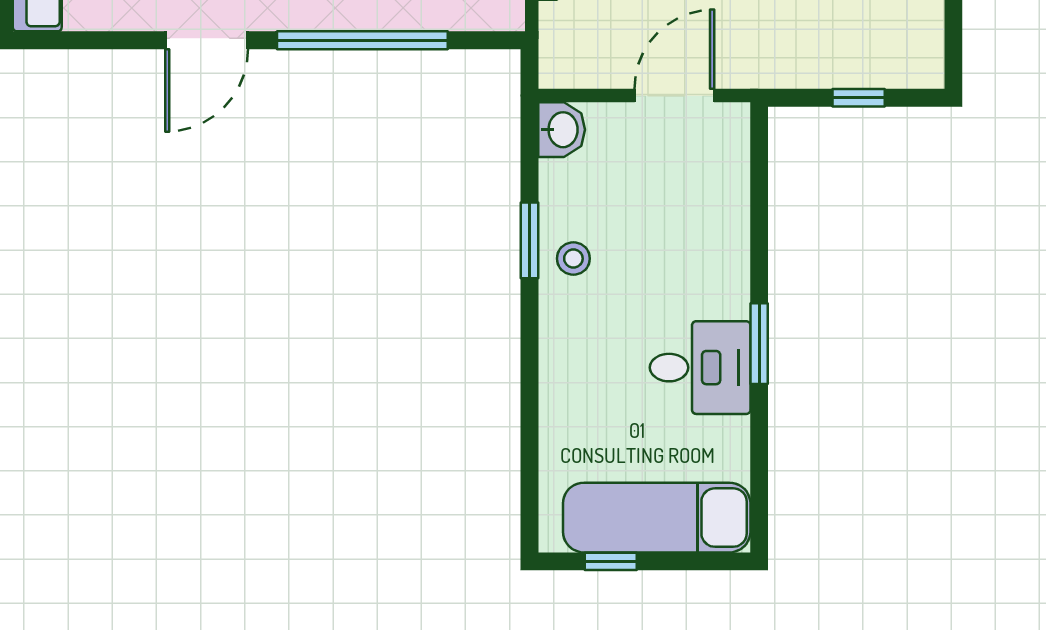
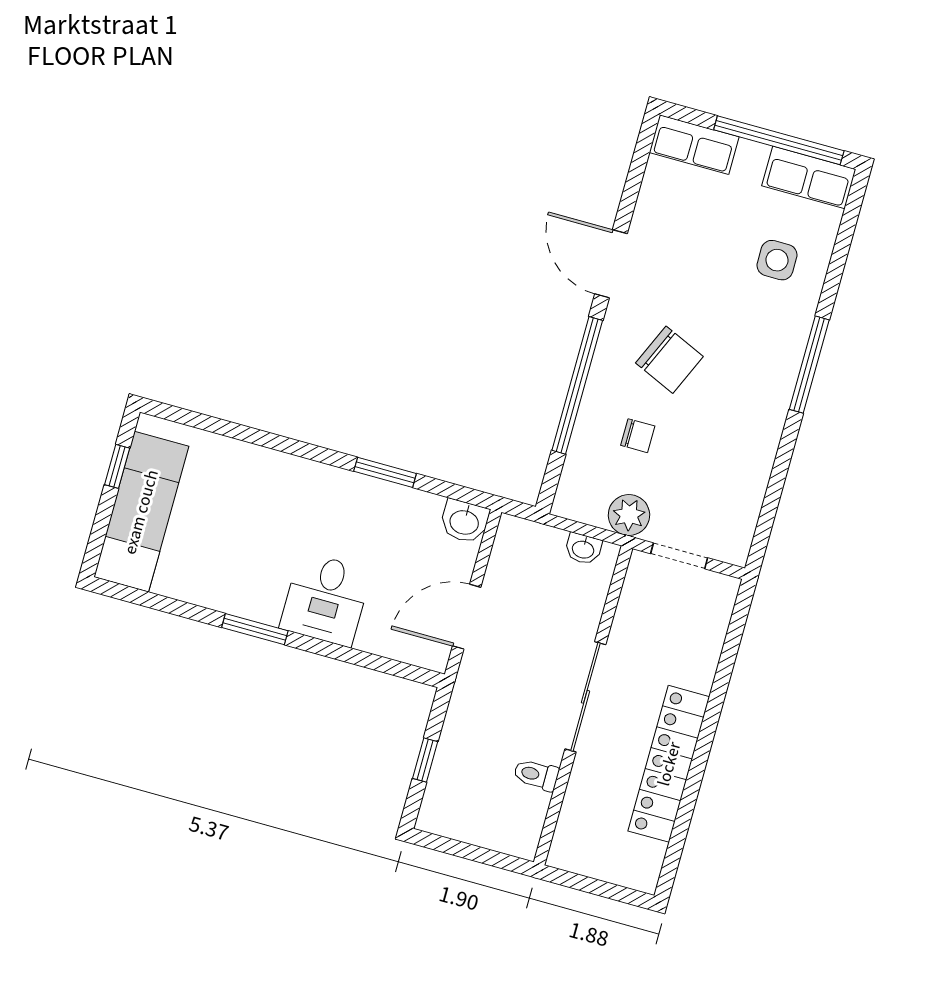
door: (674, 96) -> (467, 617), swing flipped
stool: (573, 259) -> (361, 503), removed
desk: (700, 368) -> (326, 599), moved

